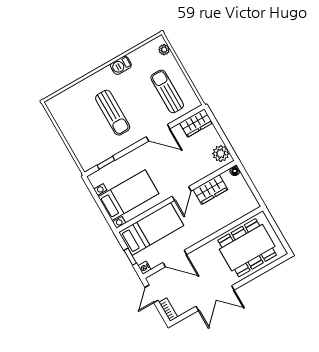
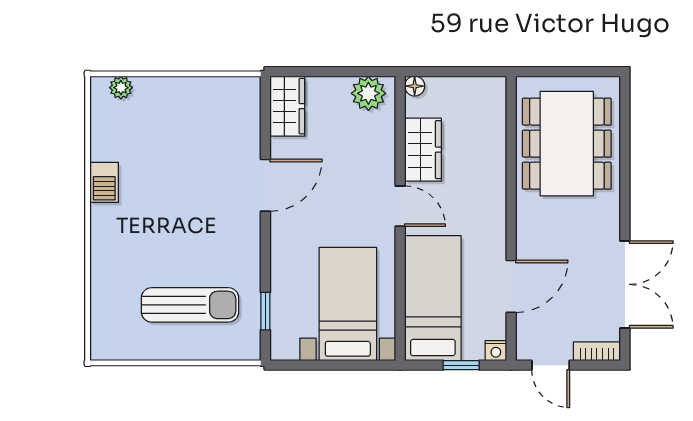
sun lounger: (167, 91) -> (200, 126), removed
sun lounger: (113, 113) -> (190, 305), moved
double door: (215, 298) -> (625, 284), moved

